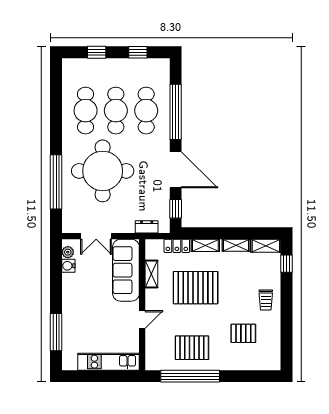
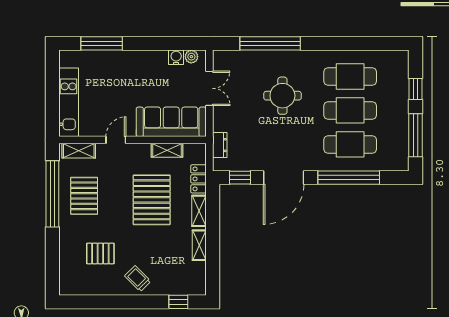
window: (138, 52) -> (415, 135), width x2.17
round table: (103, 171) -> (282, 96), width x0.54, depth x0.54
double door: (96, 236) -> (209, 88), swing flipped
shelving: (266, 246) -> (79, 151), moved, turned 90
trolley: (266, 300) -> (138, 279), turned 45
door: (142, 319) -> (116, 140), swing flipped
pallet: (243, 333) -> (100, 253), turned 90

